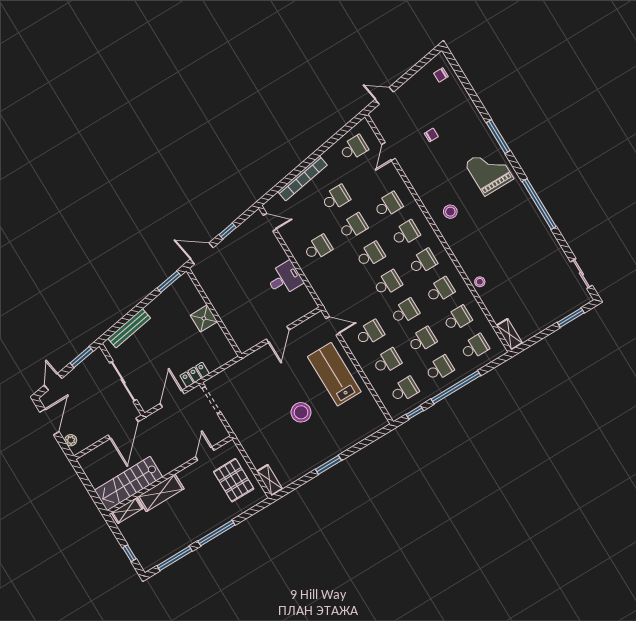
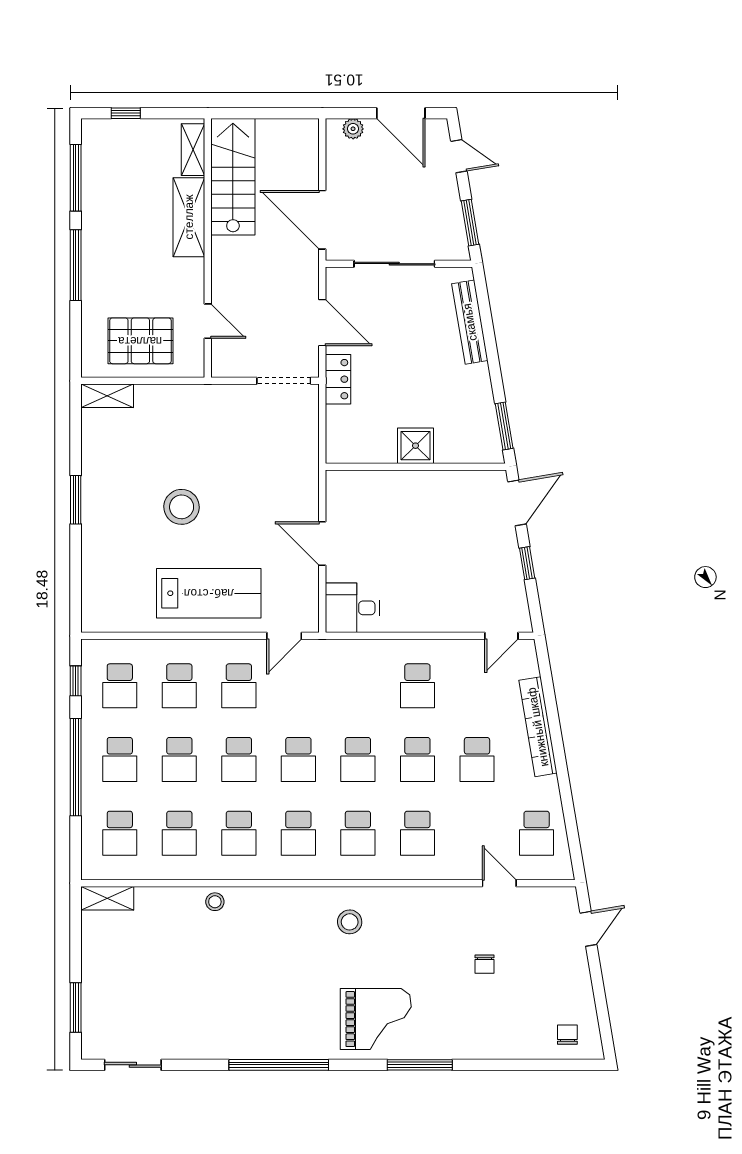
desk: (284, 279) -> (352, 608), moved, turned 90

